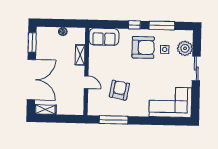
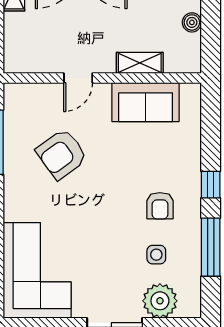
sofa: (104, 37) -> (146, 102), moved, turned -90
armchair: (143, 47) -> (160, 206), width x0.53, depth x0.53
armchair: (119, 90) -> (62, 154), turned 134

